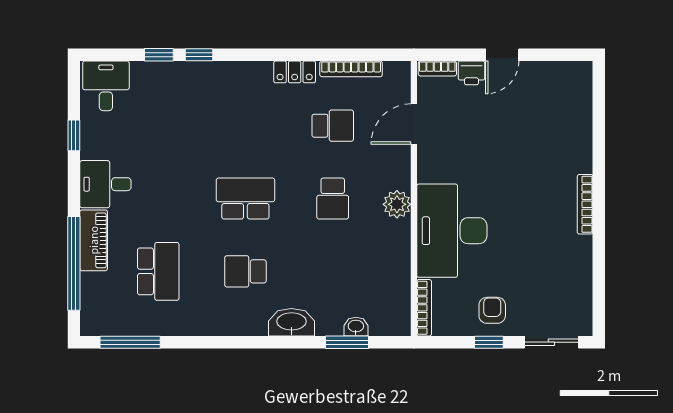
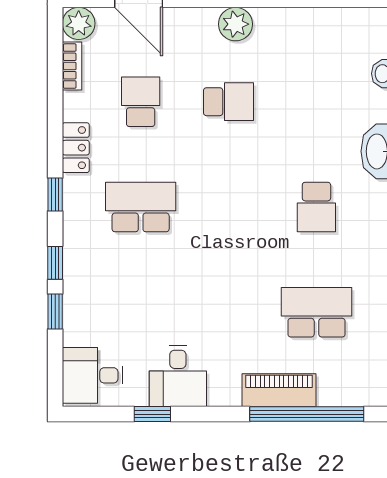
window: (256, 55) -> (55, 194), added
bookcase: (351, 69) -> (72, 66), width x0.64
plant: (398, 74) -> (79, 23), added
desk: (105, 184) -> (178, 376), moved
school desk: (245, 199) -> (141, 207), moved, turned 90

